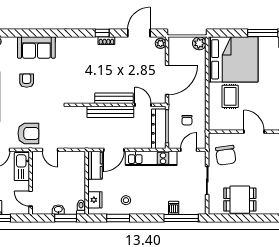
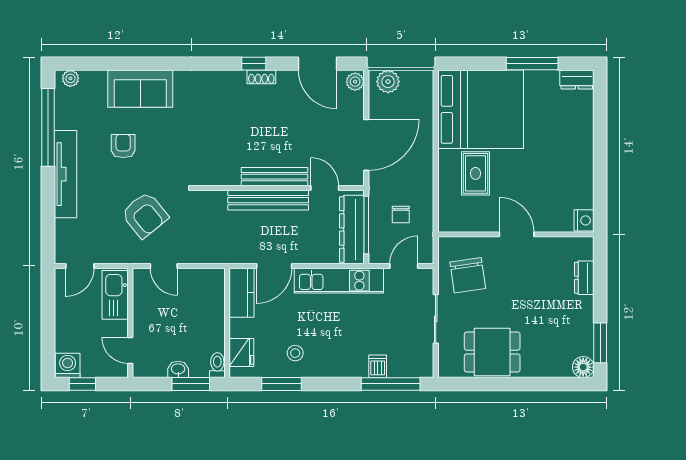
door: (139, 33) -> (318, 64), swing flipped
plant: (199, 43) -> (388, 82), moved
armchair: (28, 133) -> (145, 215), moved, turned 51

